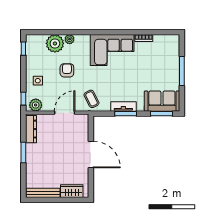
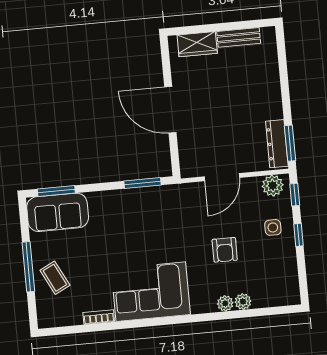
plant: (55, 43) -> (243, 302), width x0.53, depth x0.53
window: (23, 49) -> (299, 235), moved
coffee table: (92, 99) -> (55, 278), moved
tv unit: (123, 106) -> (122, 197), removed
window: (126, 114) -> (142, 183), moved
window: (23, 152) -> (290, 143), moved
bench: (43, 193) -> (239, 37), width x0.73

